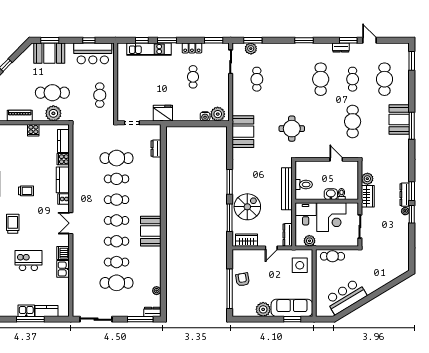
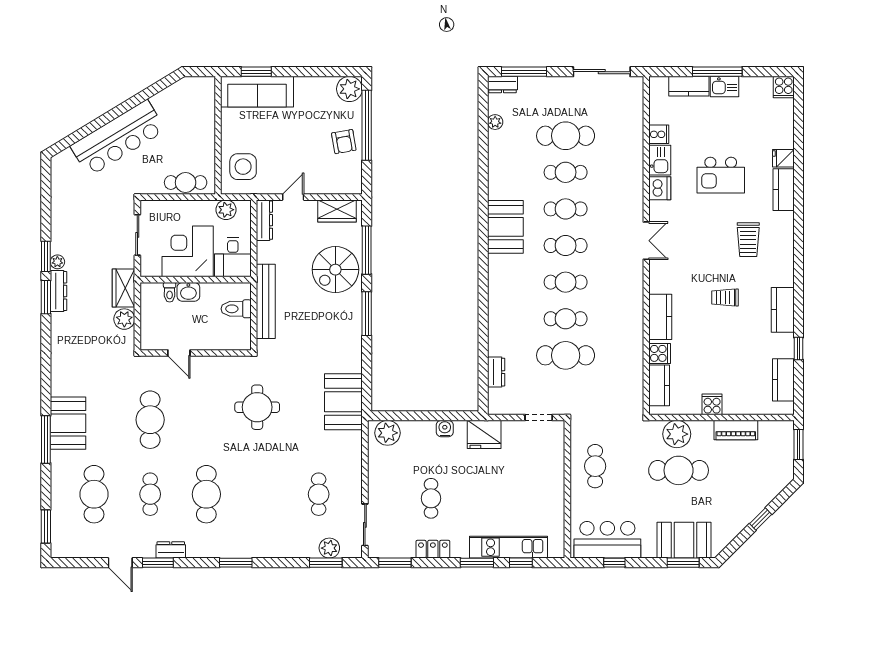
water cooler: (205, 116) -> (445, 429), moved
window: (412, 126) -> (46, 439), moved
cooker: (64, 199) -> (659, 134), moved
bar counter: (346, 297) -> (118, 138), moved, width x1.36
plant: (263, 309) -> (349, 89), moved

